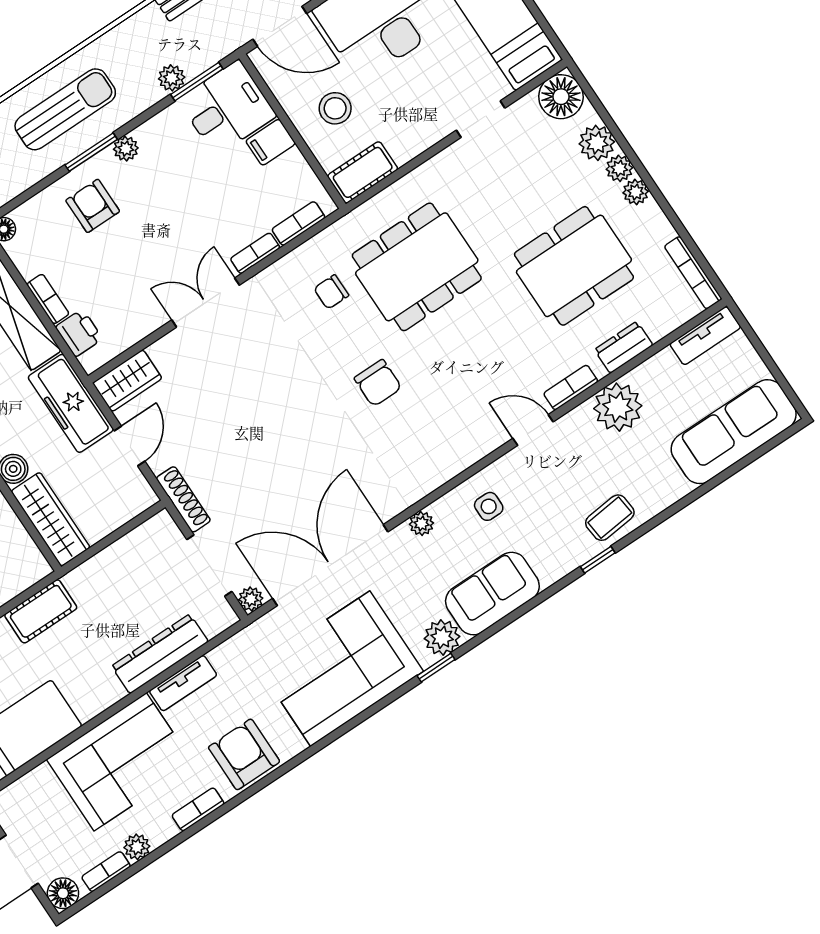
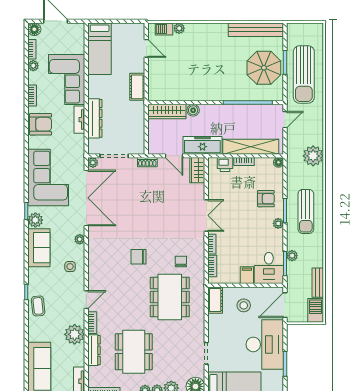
dresser: (624, 347) -> (94, 350), width x1.44
shoe rack: (183, 499) -> (147, 162), width x0.70

